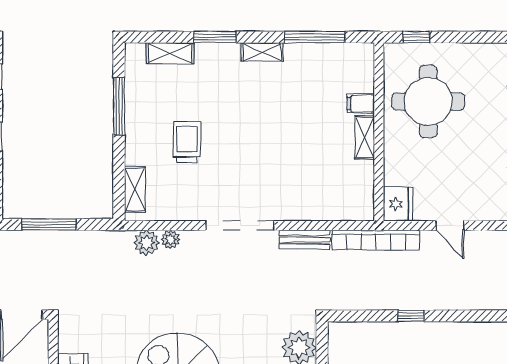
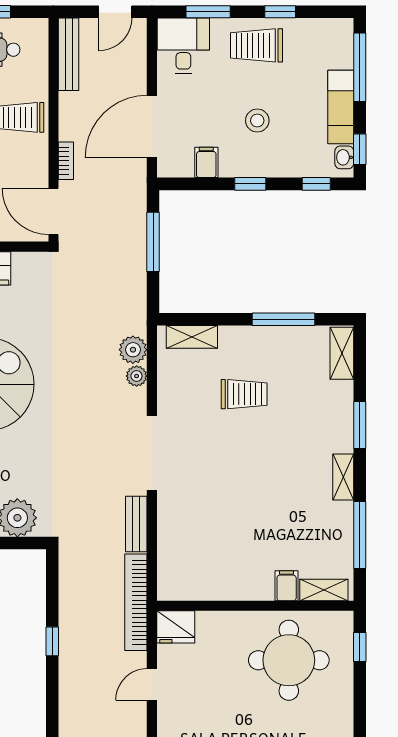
shelving: (170, 53) -> (342, 353), moved
shelving: (365, 137) -> (324, 590), moved

